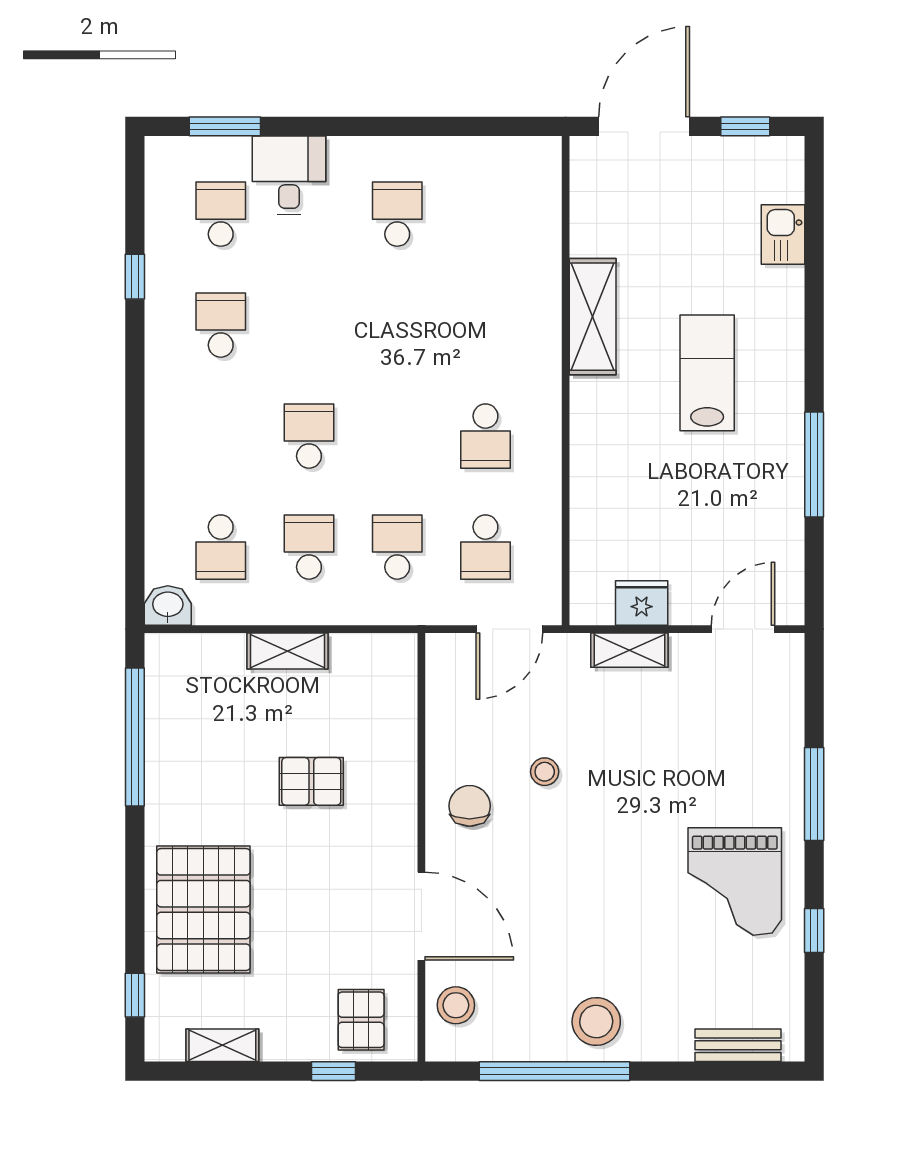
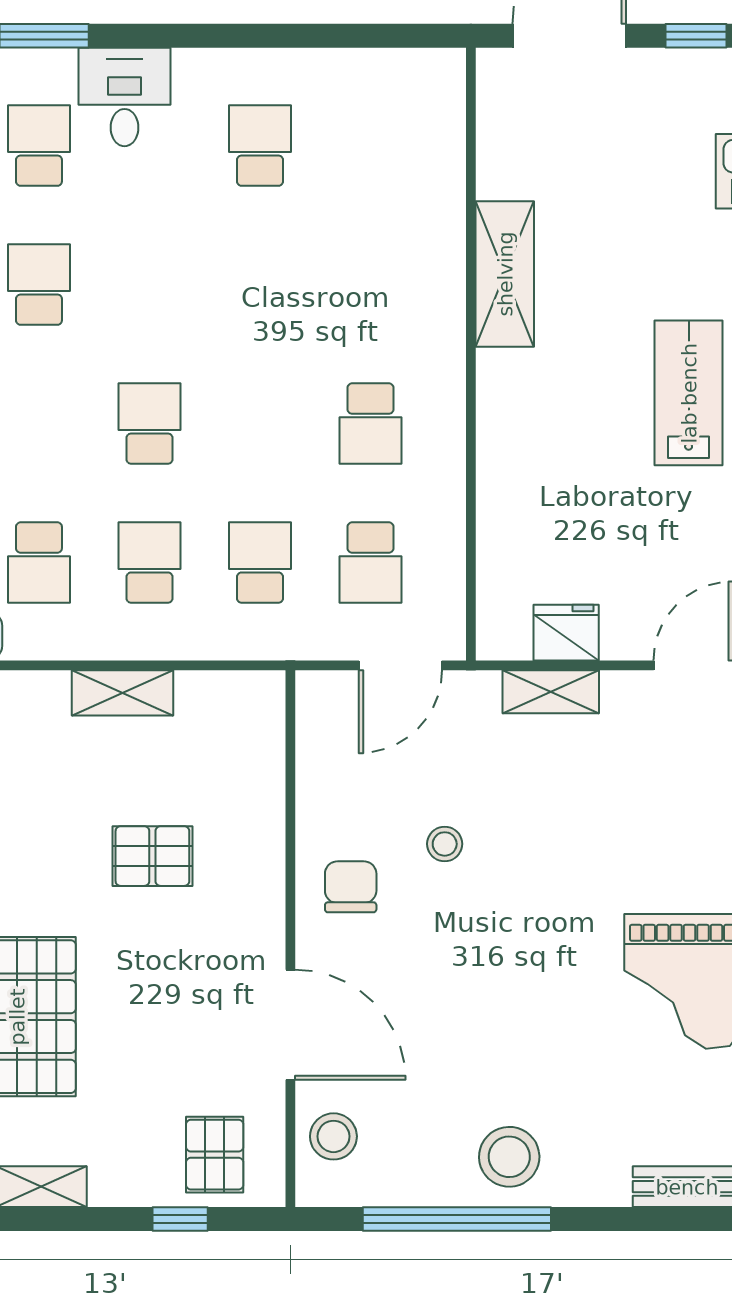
lab bench: (707, 373) -> (689, 393), moved

